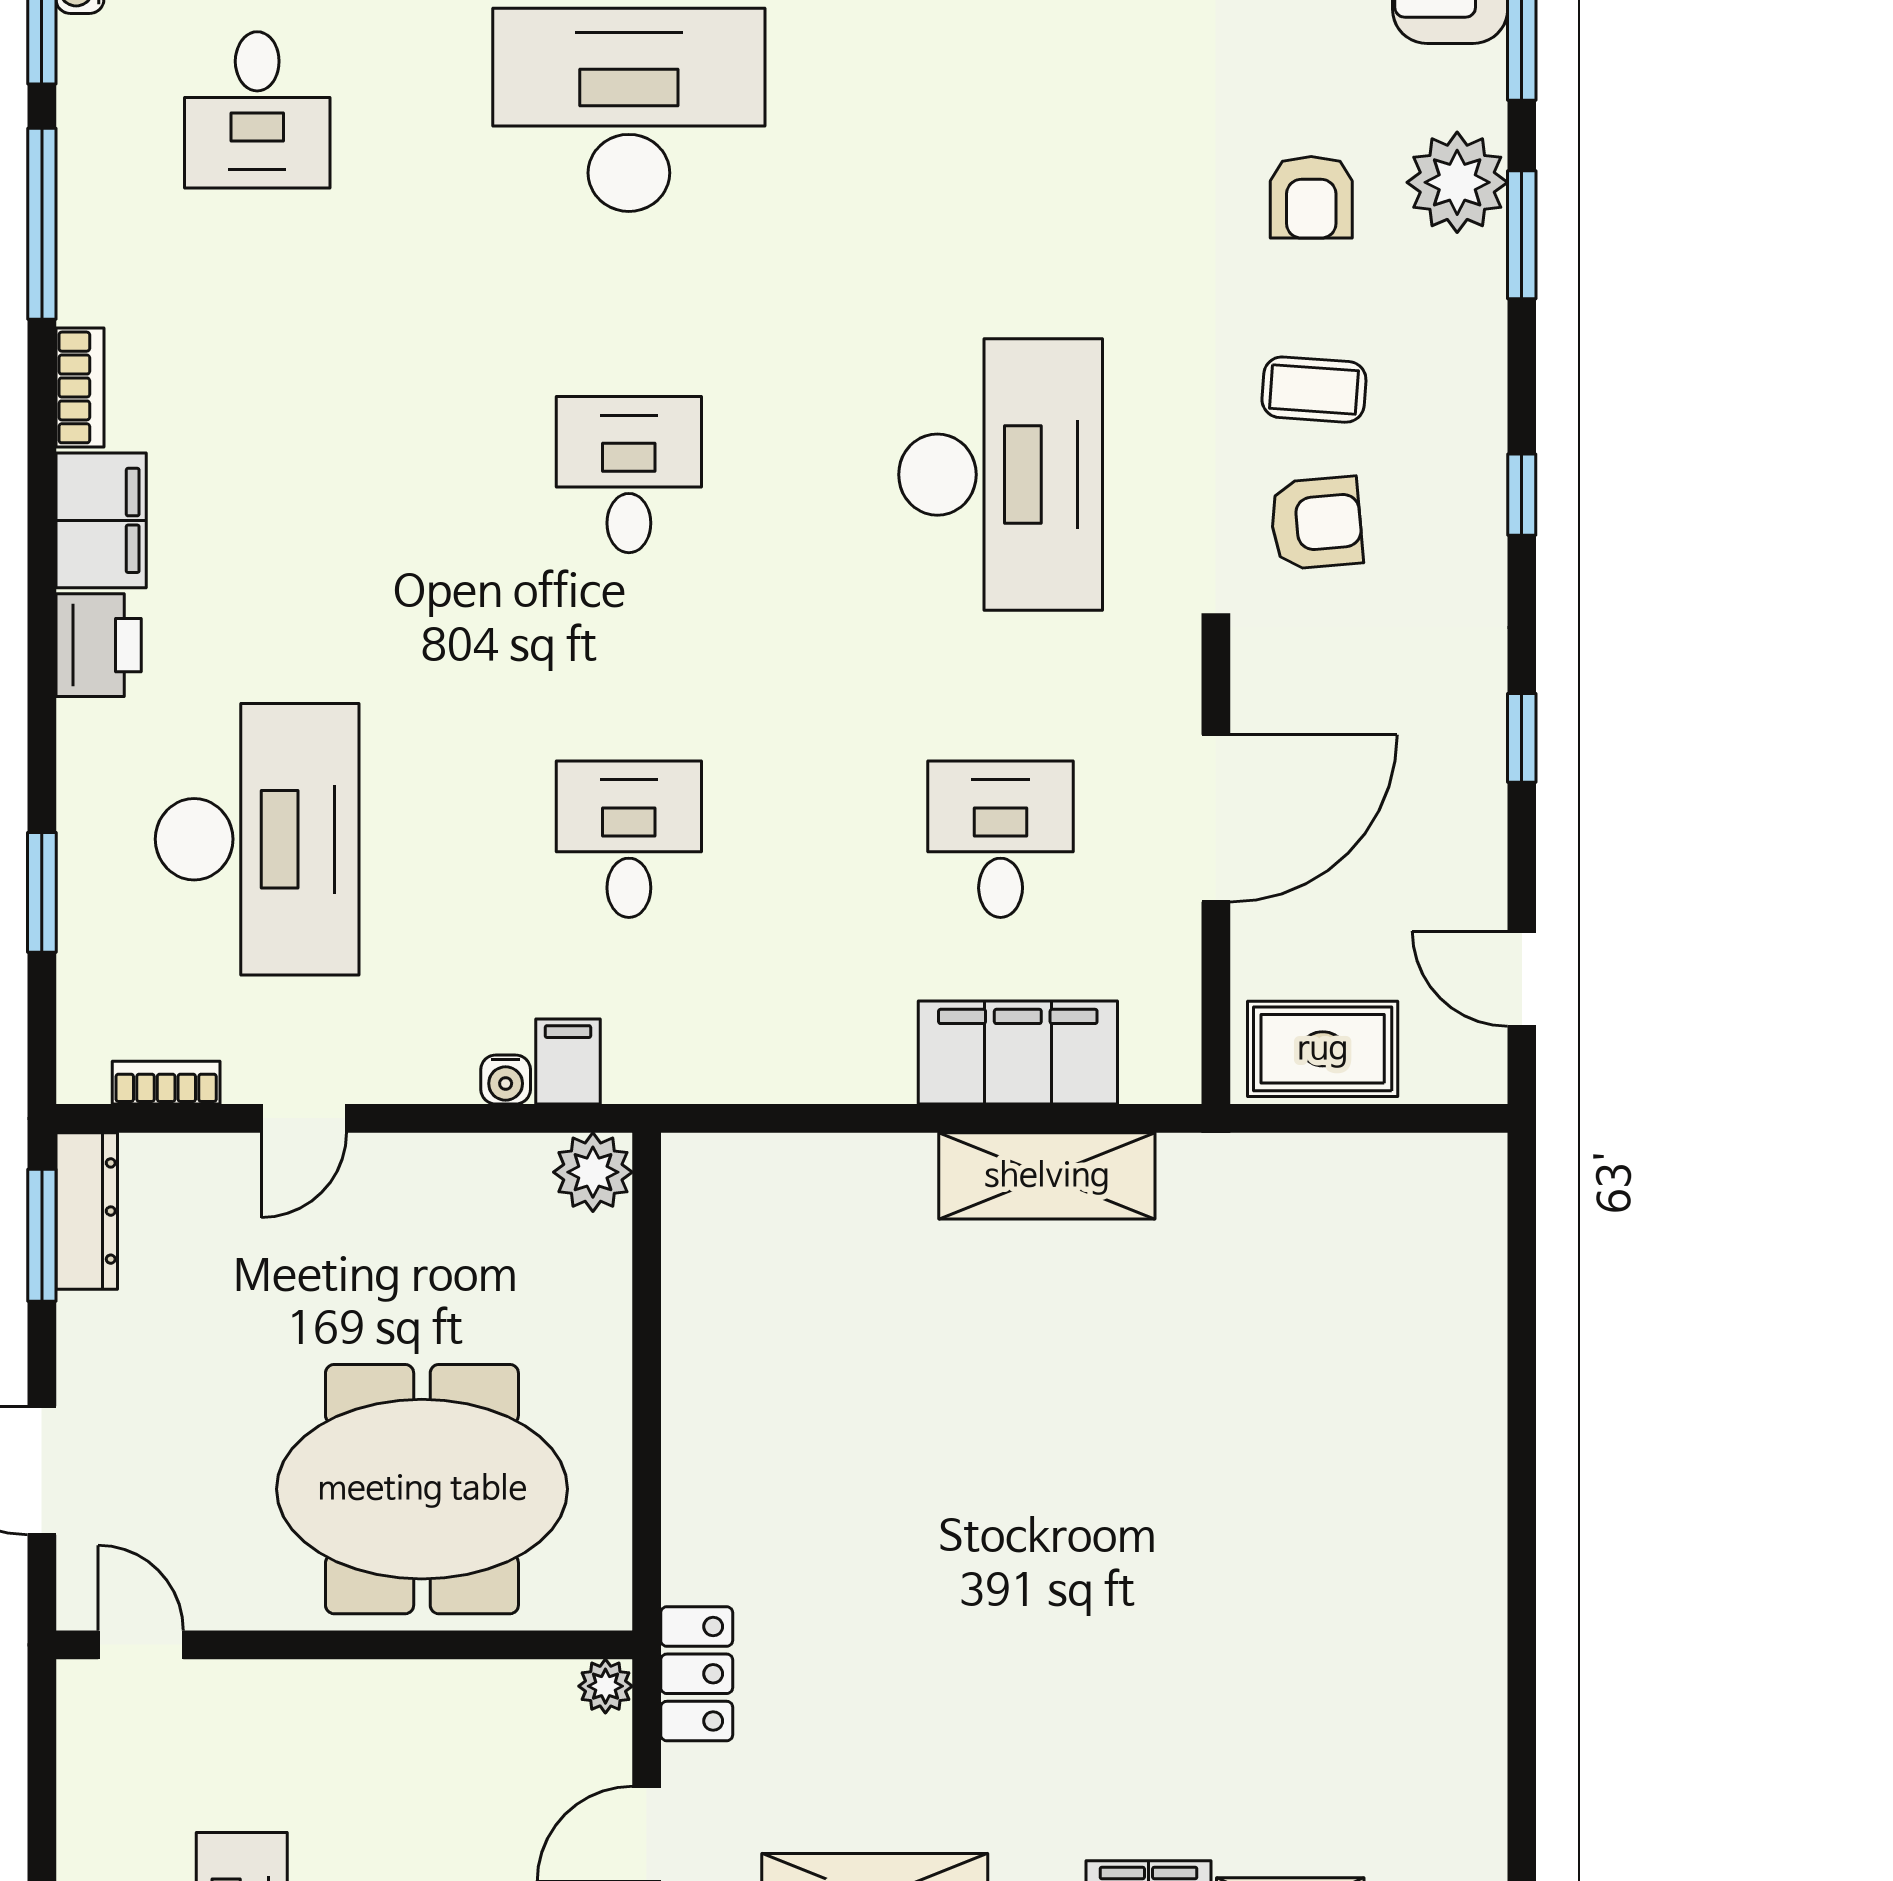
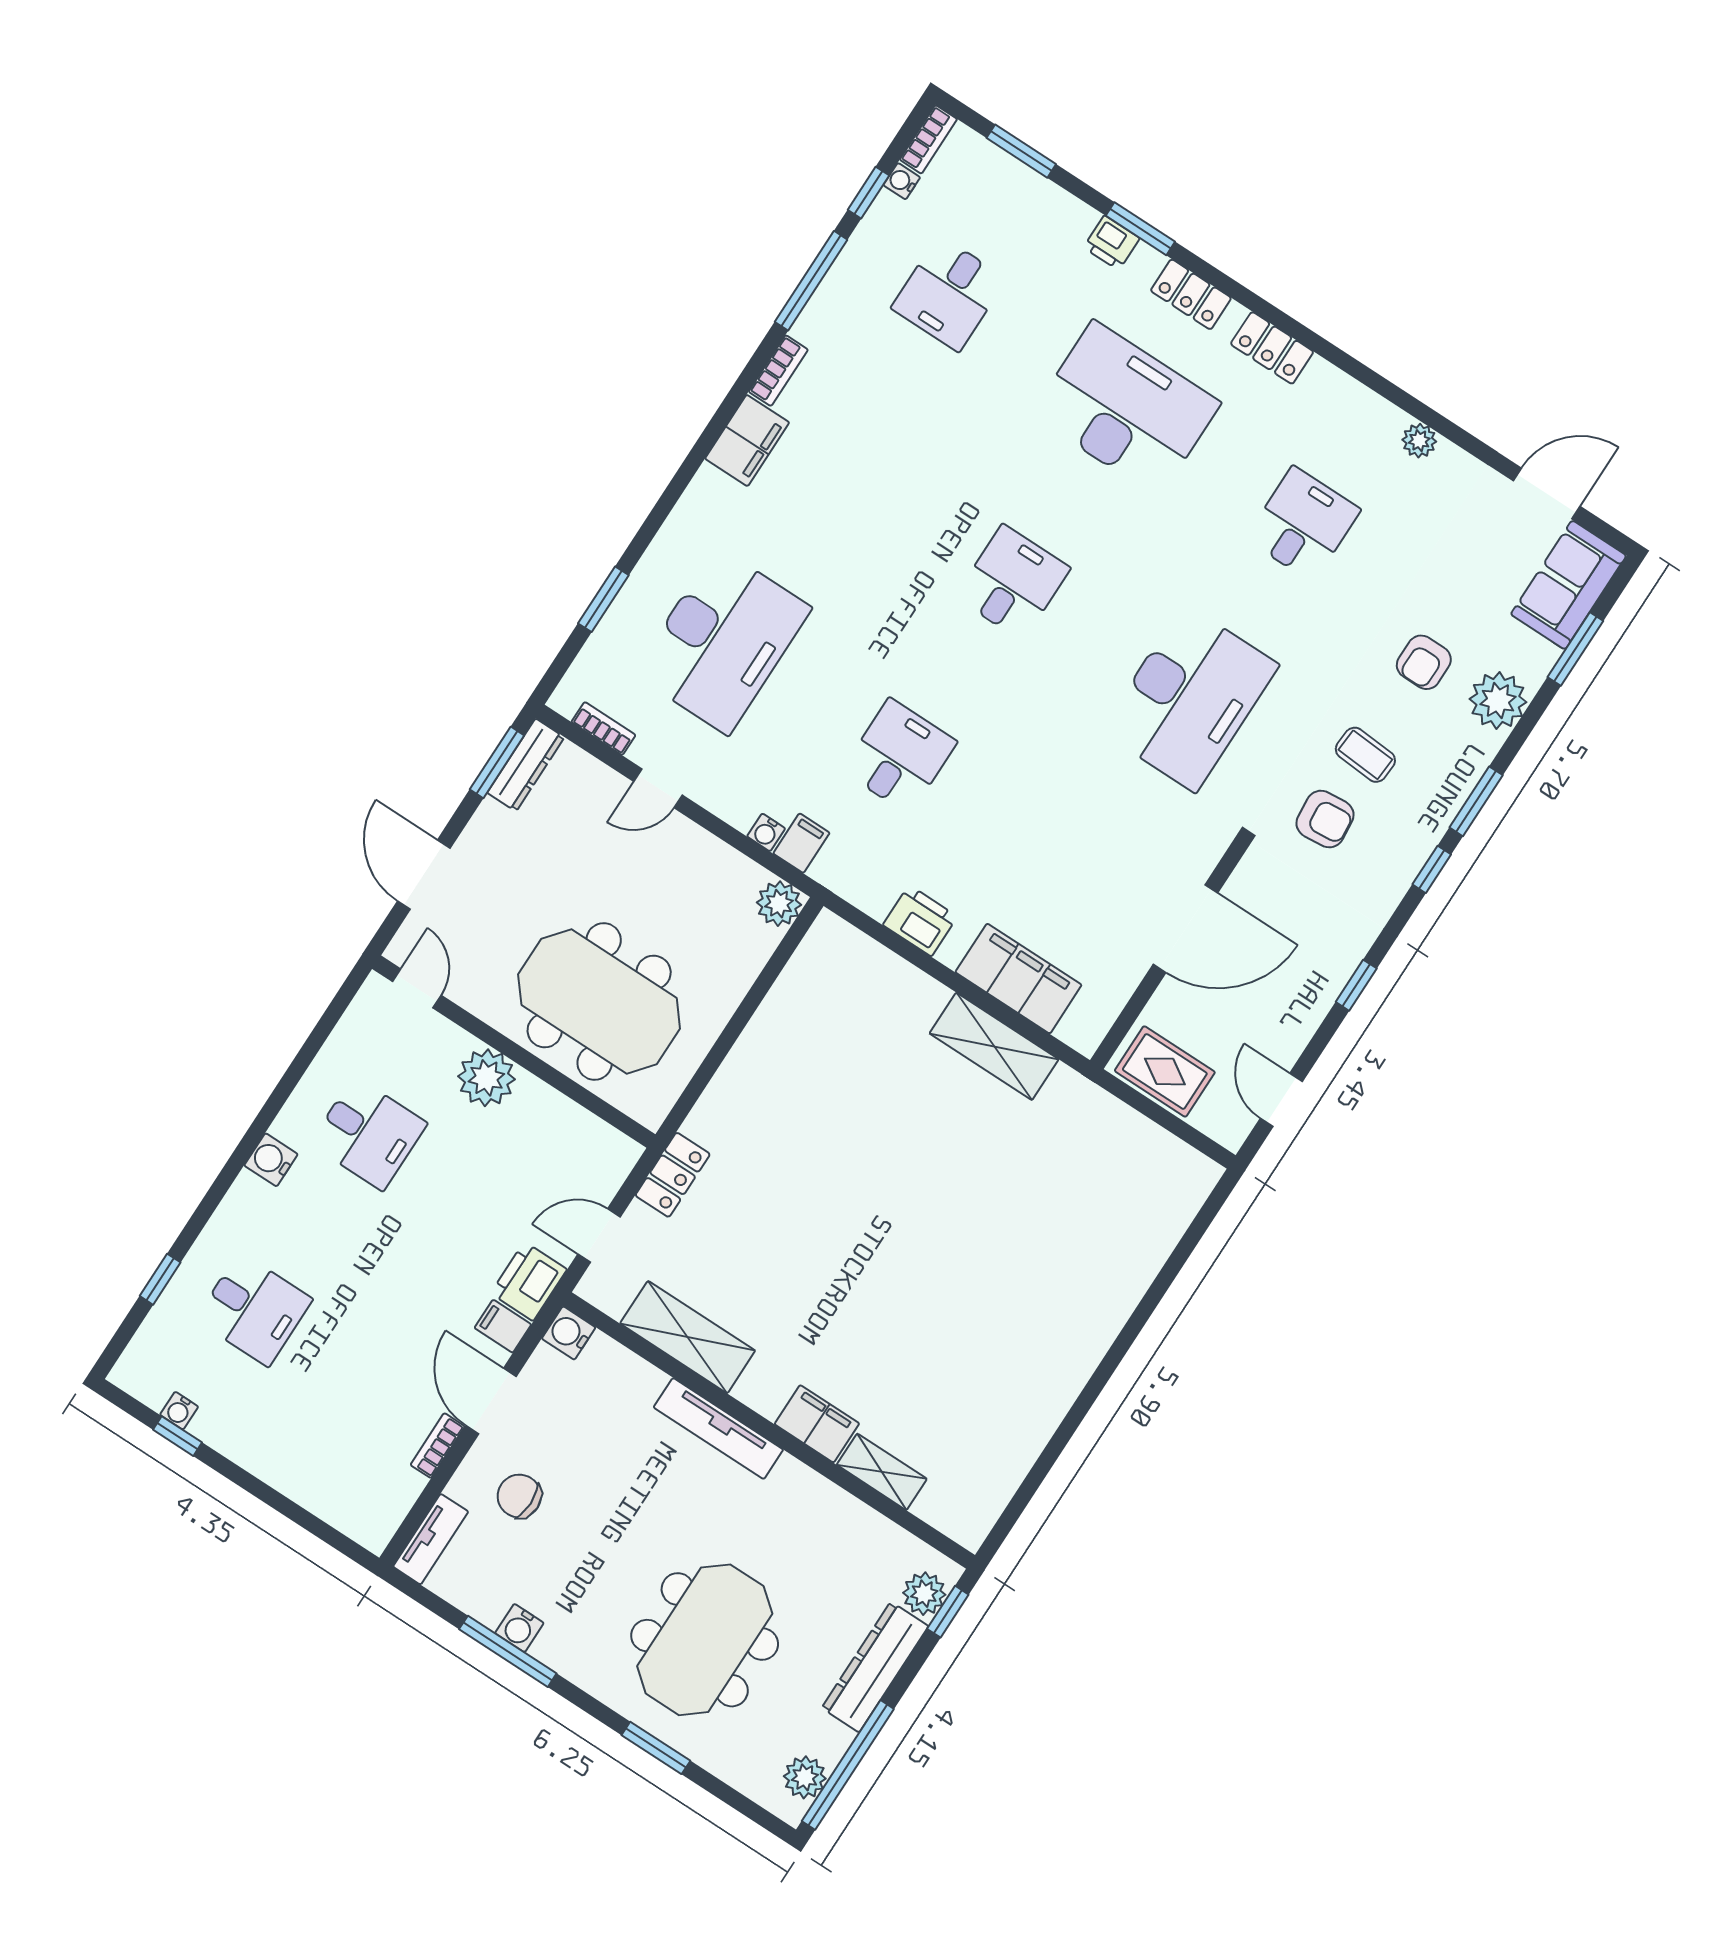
window: (1522, 235) -> (1476, 801), moved
printer: (99, 645) -> (920, 921), moved, turned -90
desk: (1001, 839) -> (1303, 524), moved
plant: (605, 1686) -> (486, 1078), moved, width x1.88, depth x1.88

